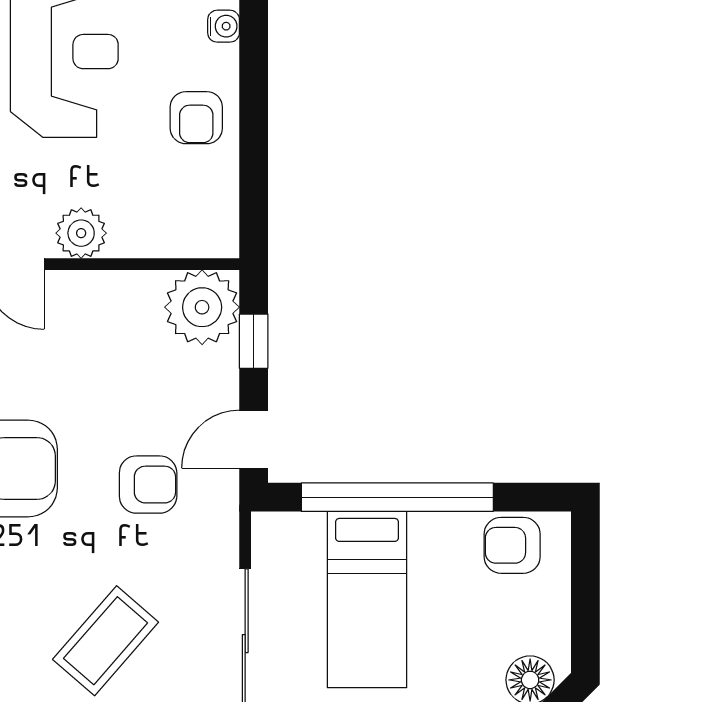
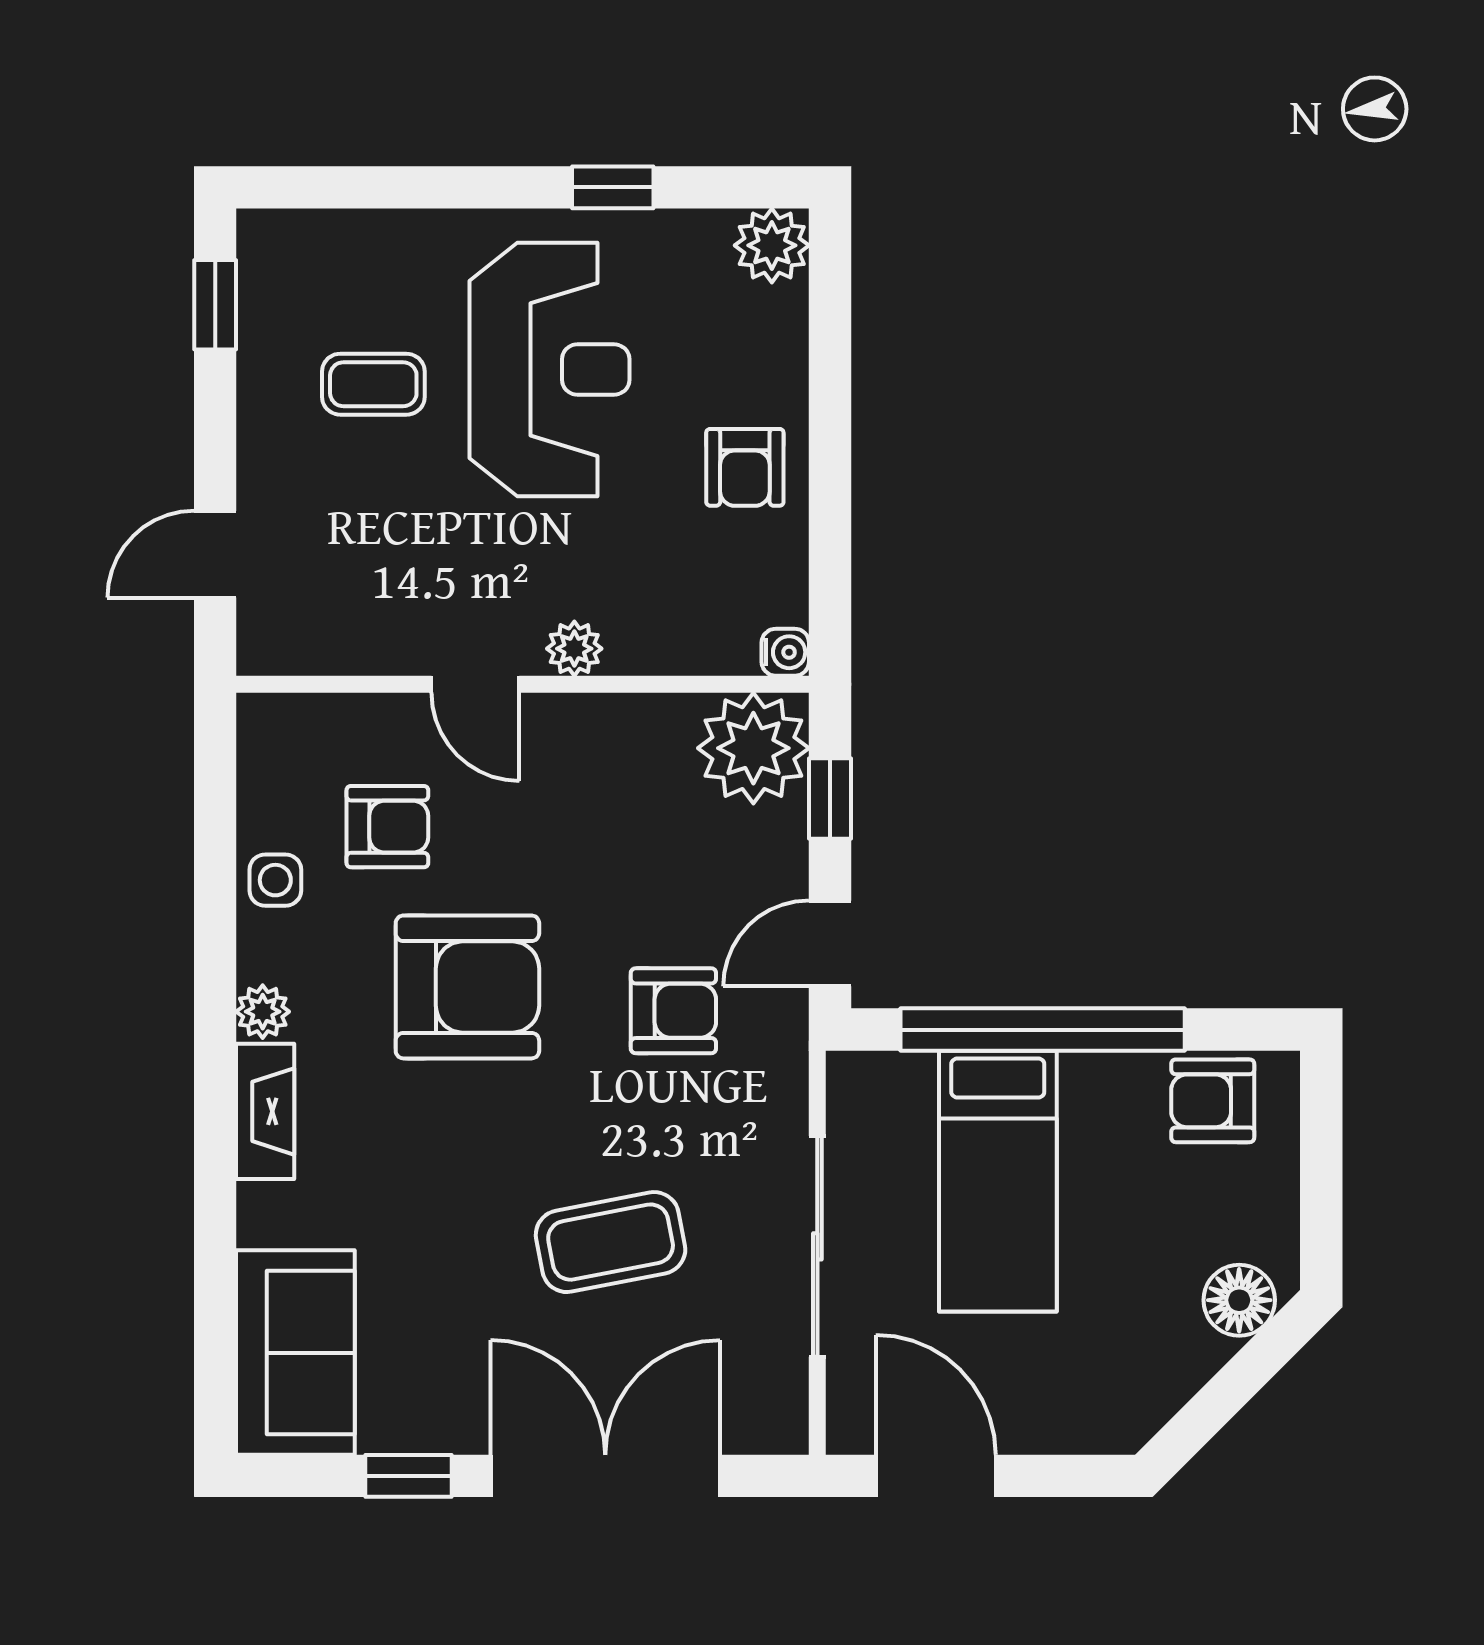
water cooler: (224, 26) -> (785, 652), moved
plant: (81, 233) -> (574, 649), width x0.73, depth x0.73
coffee table: (106, 641) -> (611, 1242), turned 38

